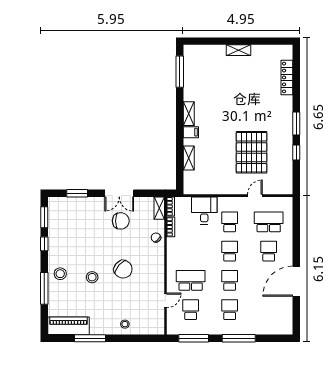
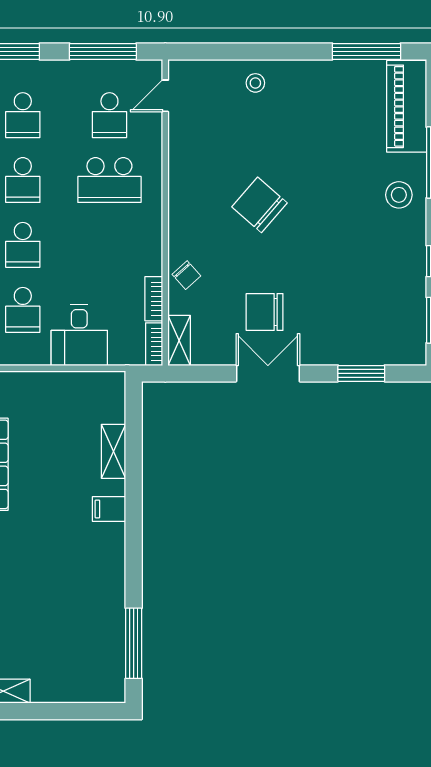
shelving: (189, 114) -> (114, 550), removed
stool: (92, 277) -> (328, 187), removed
door: (165, 300) -> (165, 96), moved
piano: (68, 326) -> (407, 106), moved, turned 90
window: (90, 338) -> (366, 52), moved

